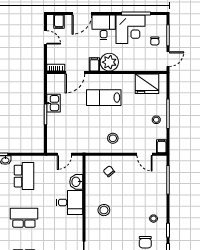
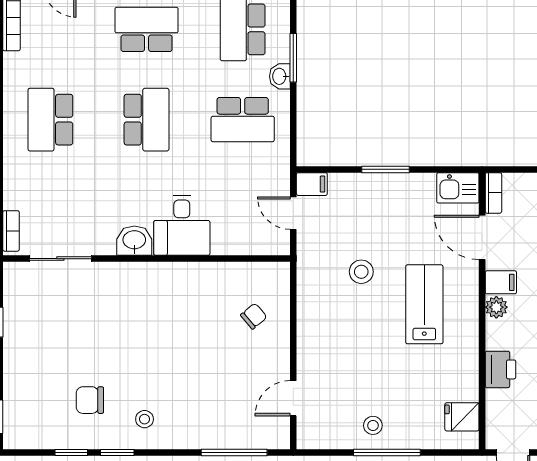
plant: (109, 62) -> (496, 307), width x0.53, depth x0.53
printer: (132, 65) -> (500, 369), added
fridge: (147, 84) -> (462, 417), width x0.53, depth x0.75
kitchen sink: (53, 103) -> (458, 188), moved
stool: (113, 138) -> (361, 272), moved
filing cabinet: (162, 146) -> (312, 184), moved
washbasin: (76, 182) -> (134, 241), moved
stool: (104, 210) -> (164, 305), removed

